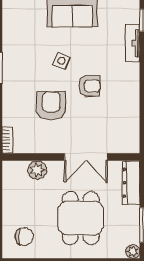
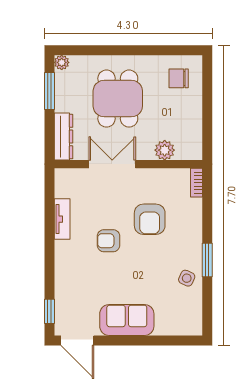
tv unit: (132, 43) -> (62, 219), moved
side table: (61, 61) -> (187, 278), moved

